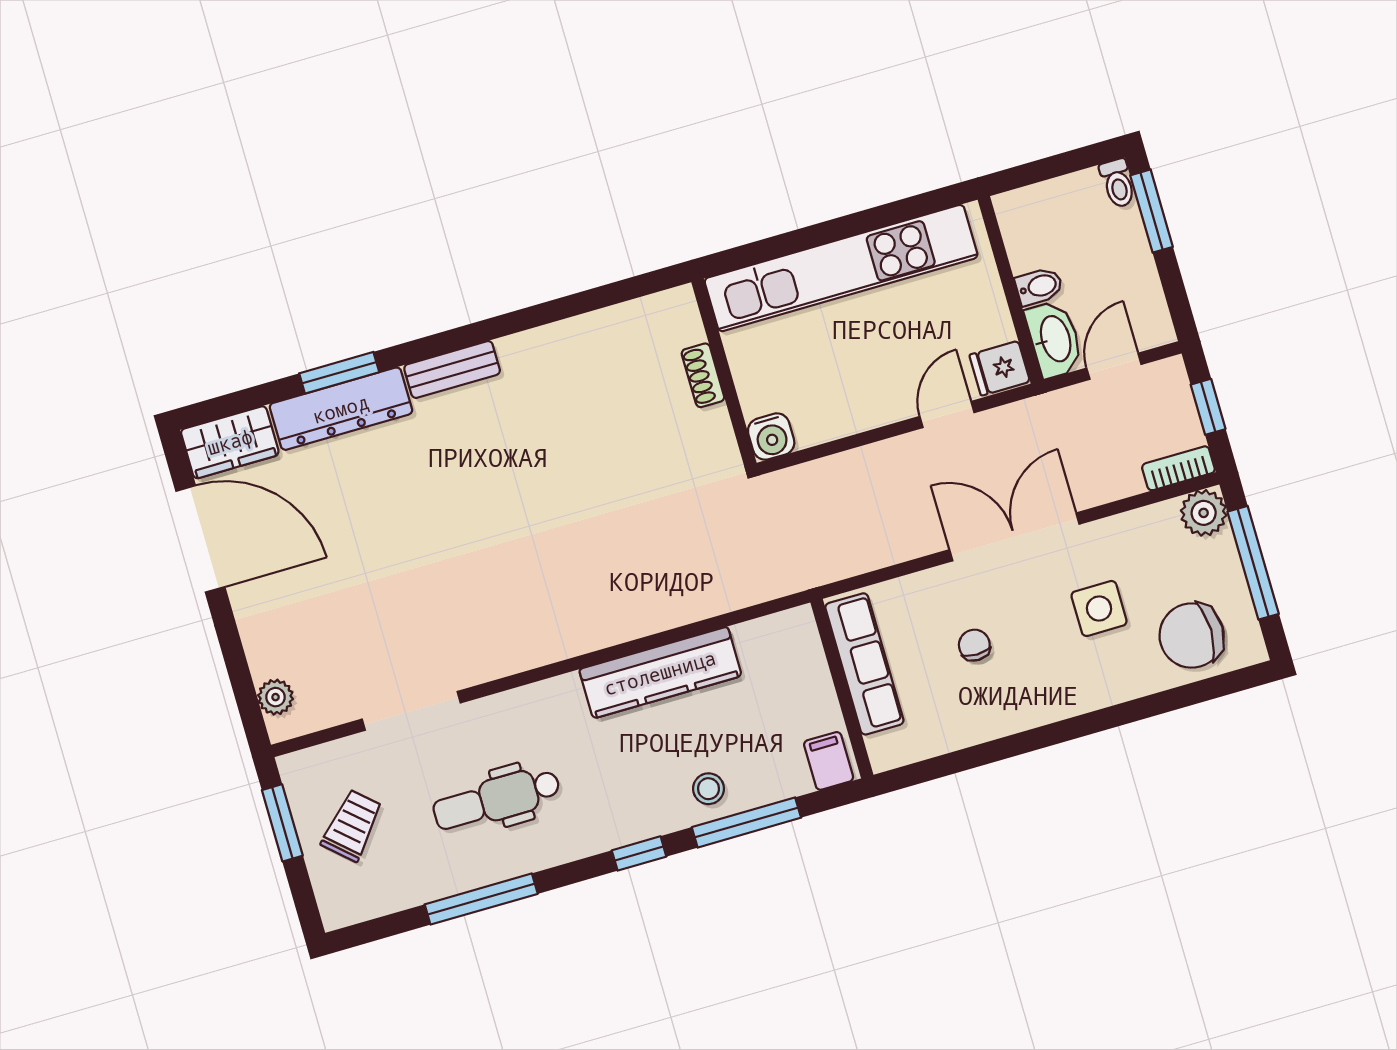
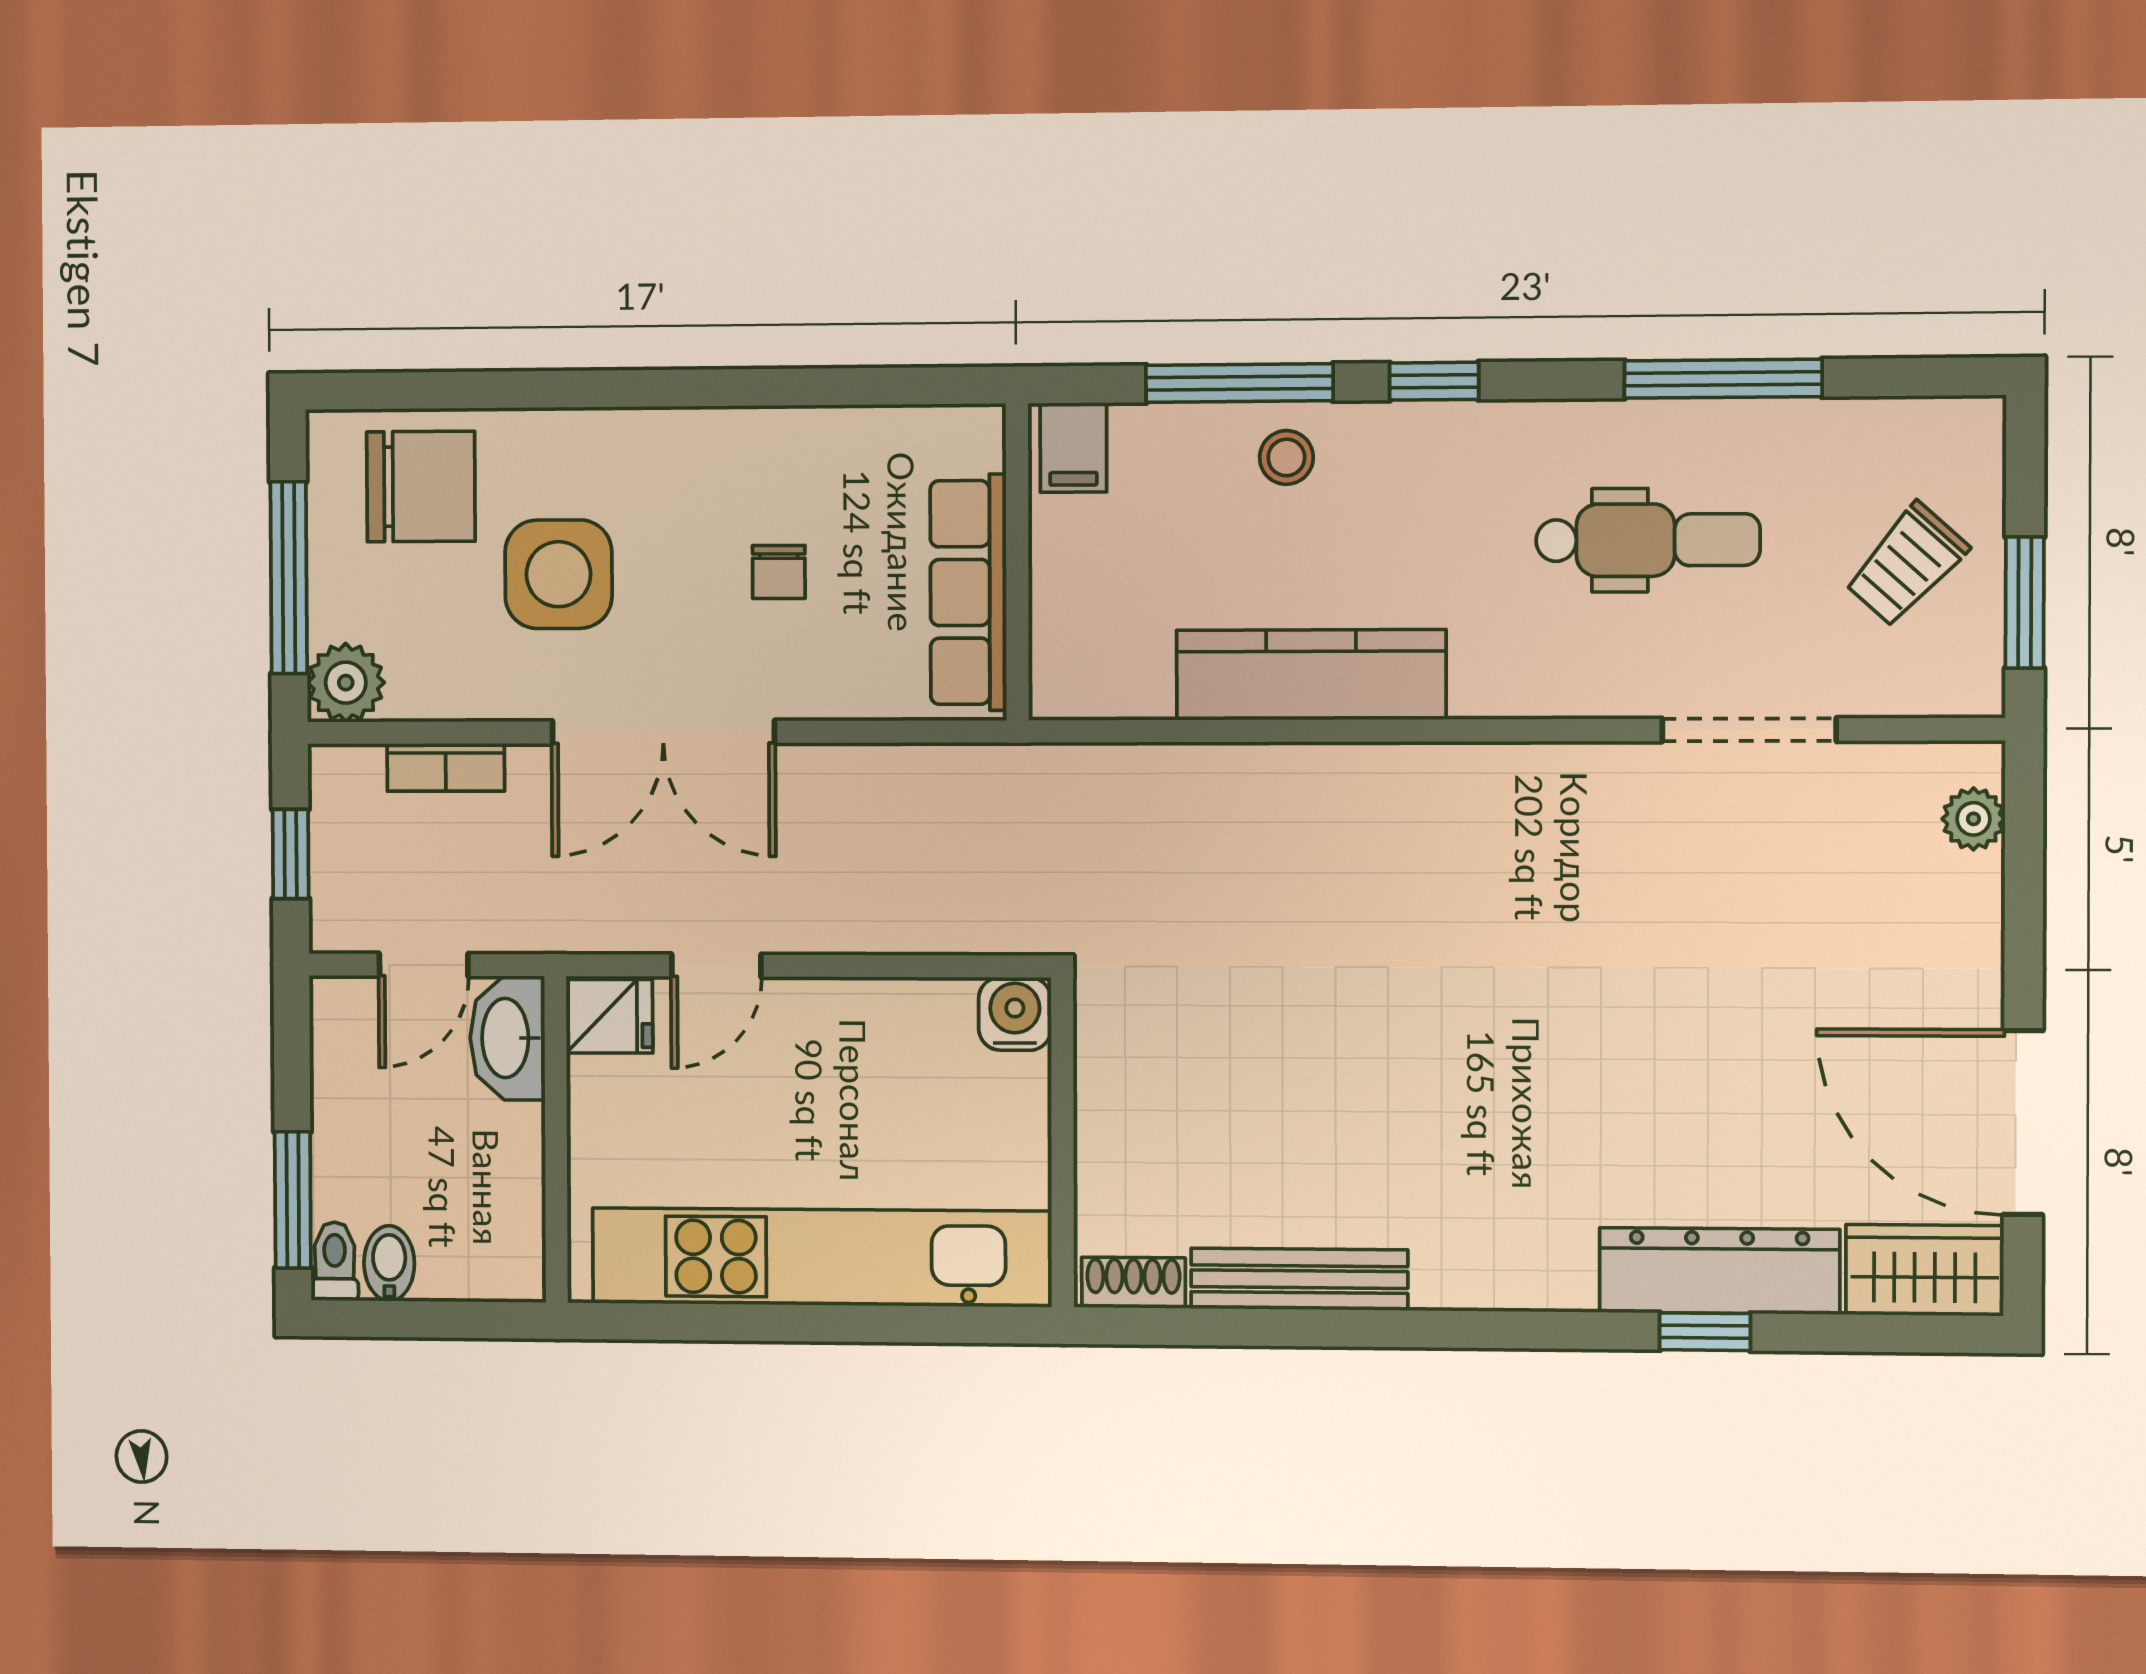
bidet: (1039, 286) -> (389, 1263), moved, turned 90
bench: (452, 370) -> (1299, 1279), moved, width x1.36
window: (339, 373) -> (1705, 1332), width x0.67
shoe rack: (703, 375) -> (1133, 1283), moved, turned -90
bookcase: (1178, 468) -> (446, 767), moved
side table: (1099, 608) -> (559, 574), width x1.37, depth x1.37

